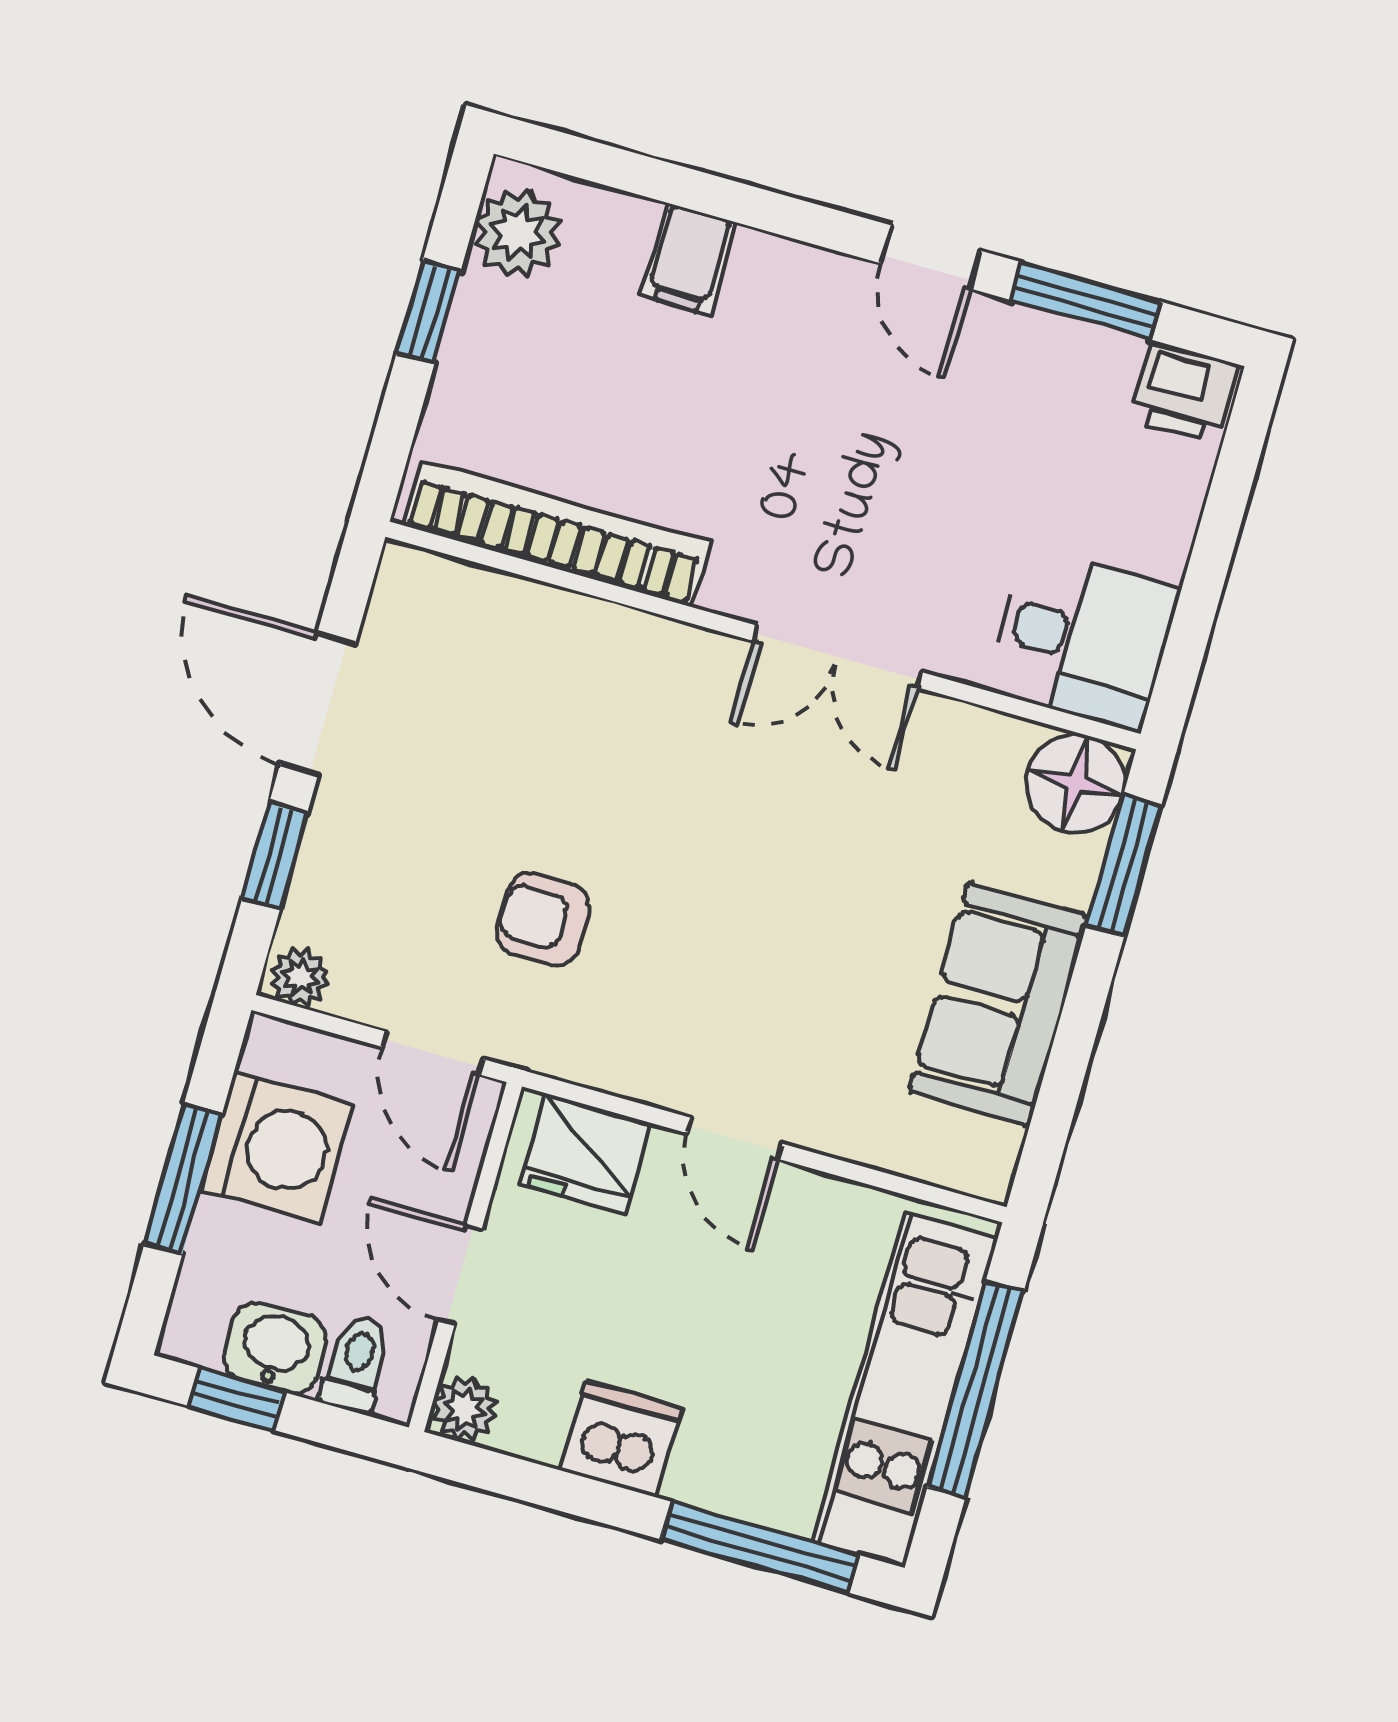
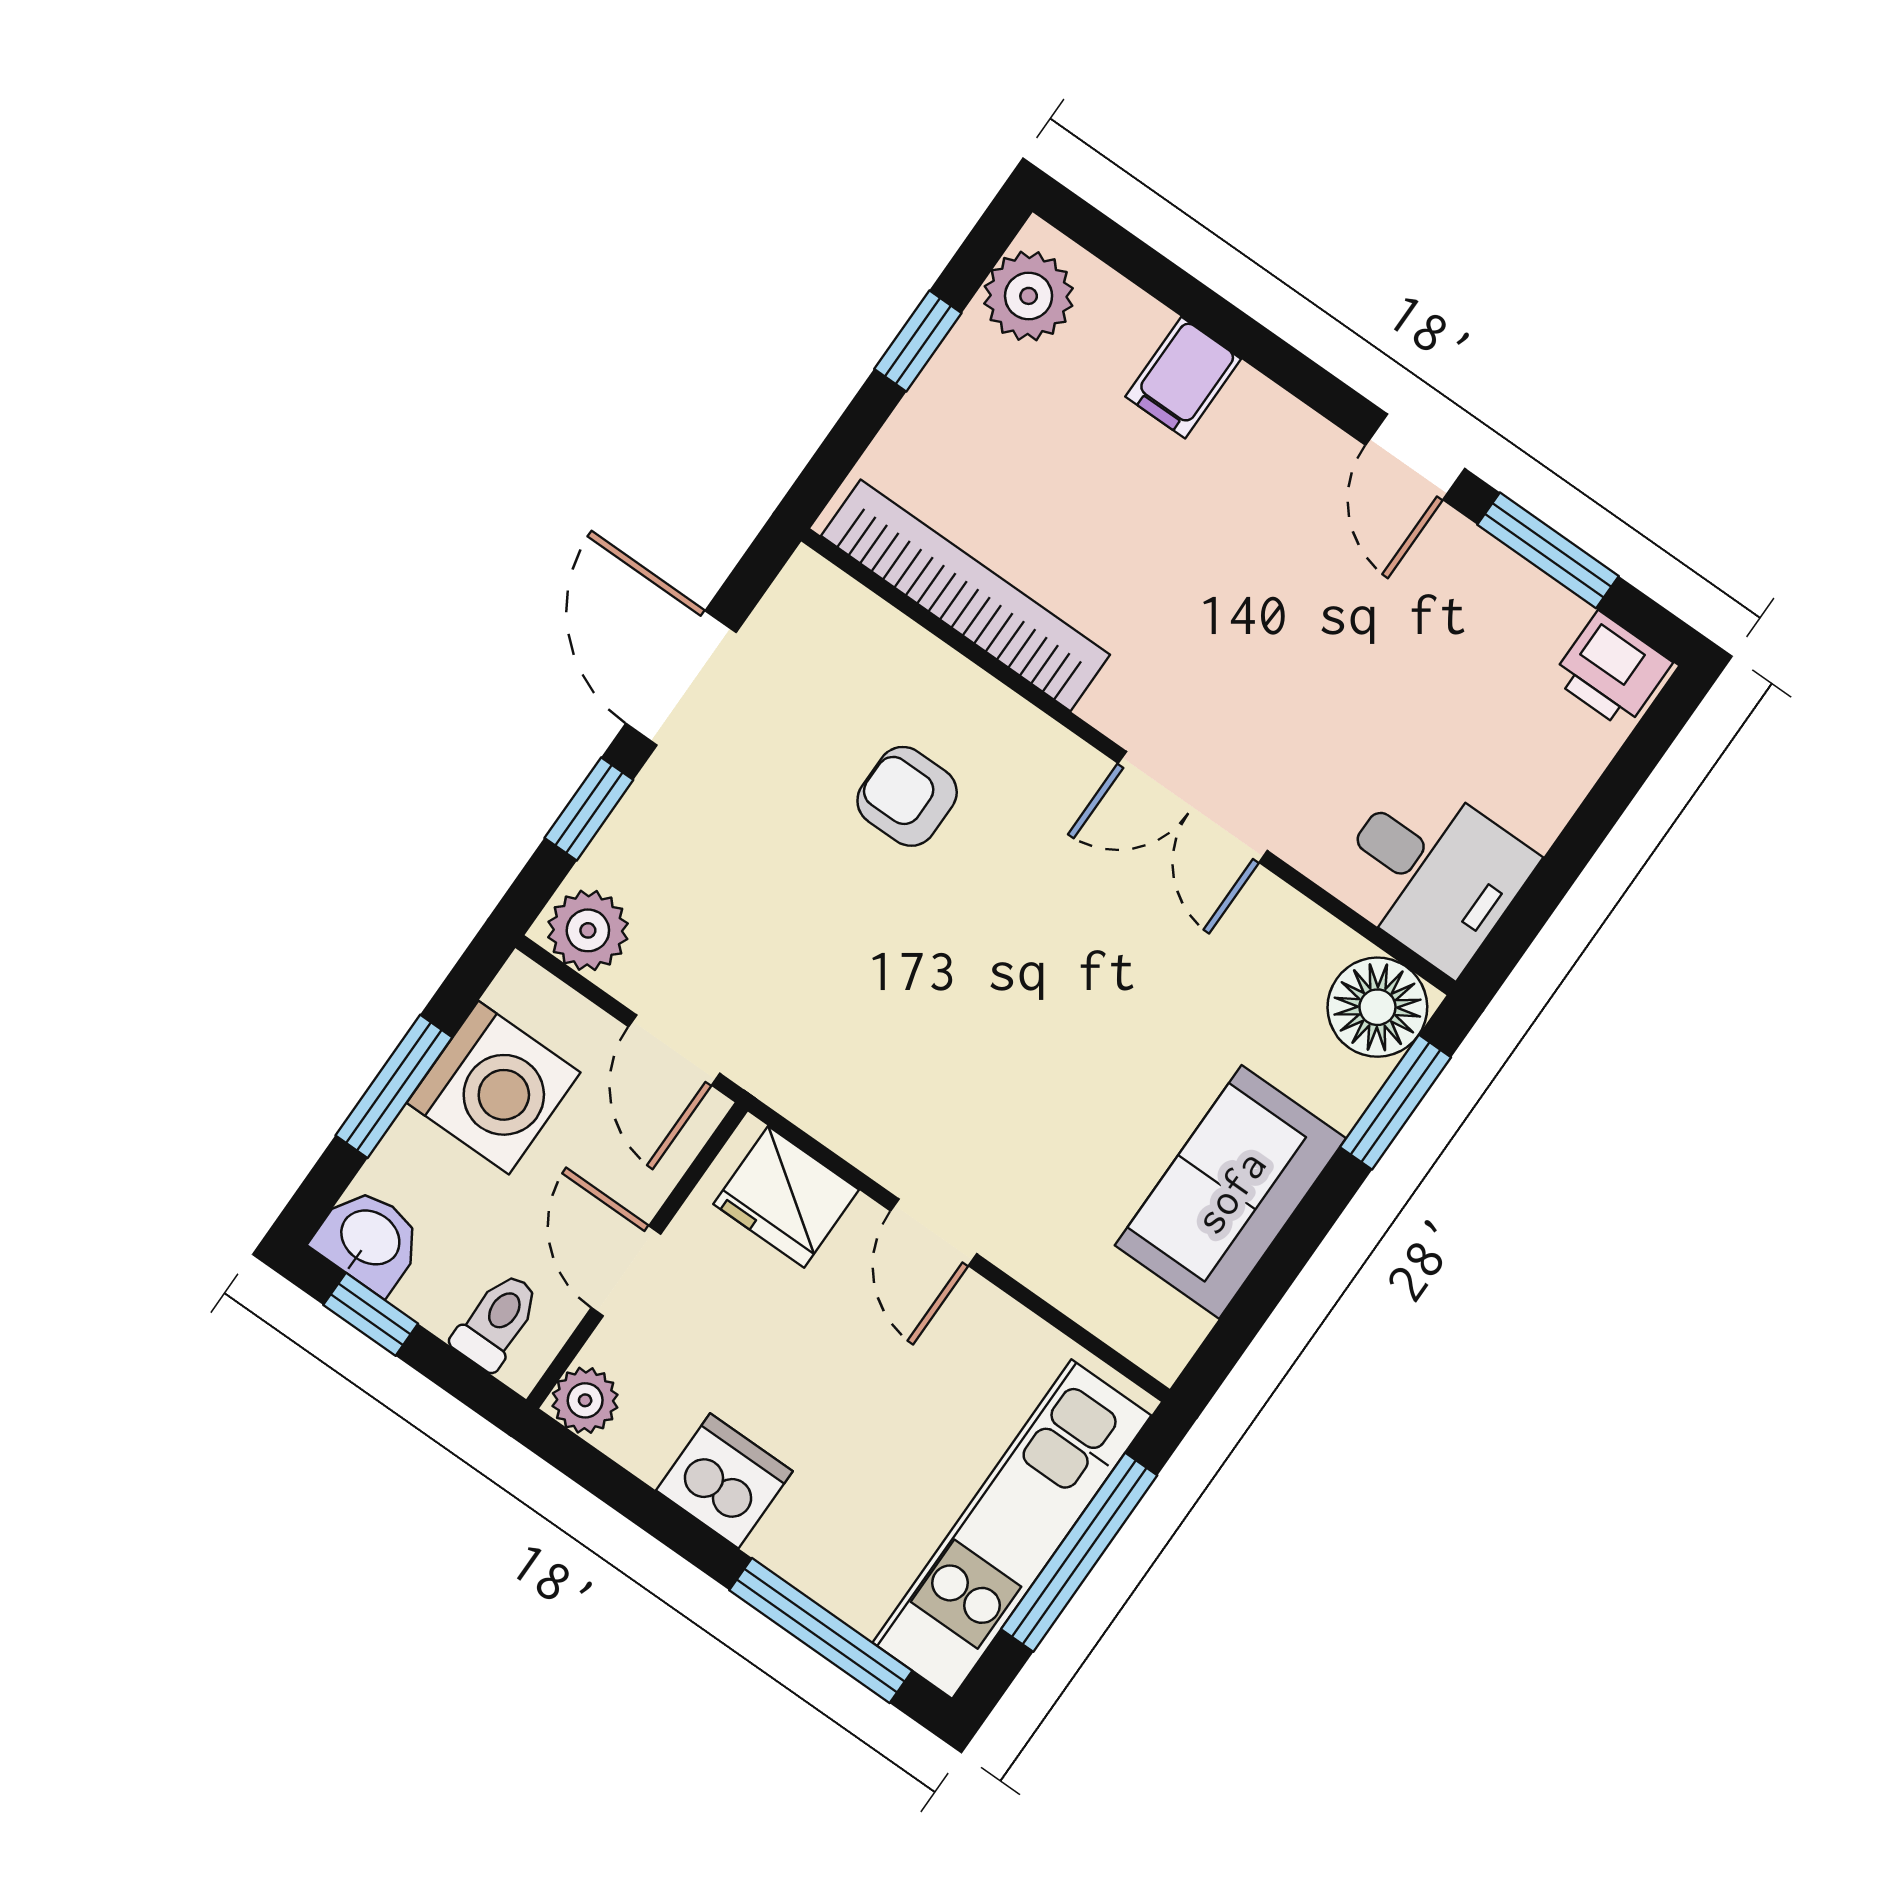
armchair: (543, 919) -> (907, 796), moved
plant: (300, 977) -> (588, 930), width x1.38, depth x1.38
washbasin: (275, 1348) -> (369, 1239), moved

